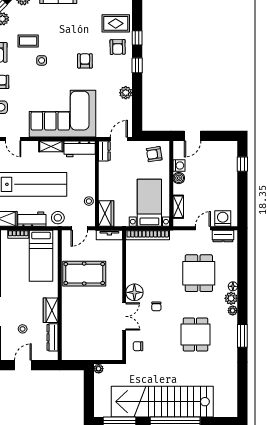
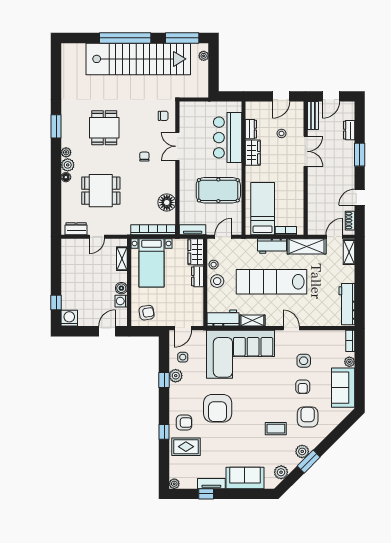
armchair: (118, 47) -> (184, 423), turned 91
side table: (42, 60) -> (183, 357), moved
armchair: (85, 61) -> (218, 408), width x1.88, depth x1.88
window: (137, 65) -> (164, 380), moved
dresser: (104, 151) -> (198, 276), moved
stool: (58, 218) -> (217, 281), moved
washing machine: (223, 218) -> (69, 318), moved, turned 180
dining table: (199, 273) -> (101, 191), turned 90
floor lamp: (134, 292) -> (167, 202), moved
bar counter: (75, 325) -> (228, 138), added
dresser: (52, 337) -> (251, 129), width x0.70
plant: (99, 369) -> (204, 56), moved

